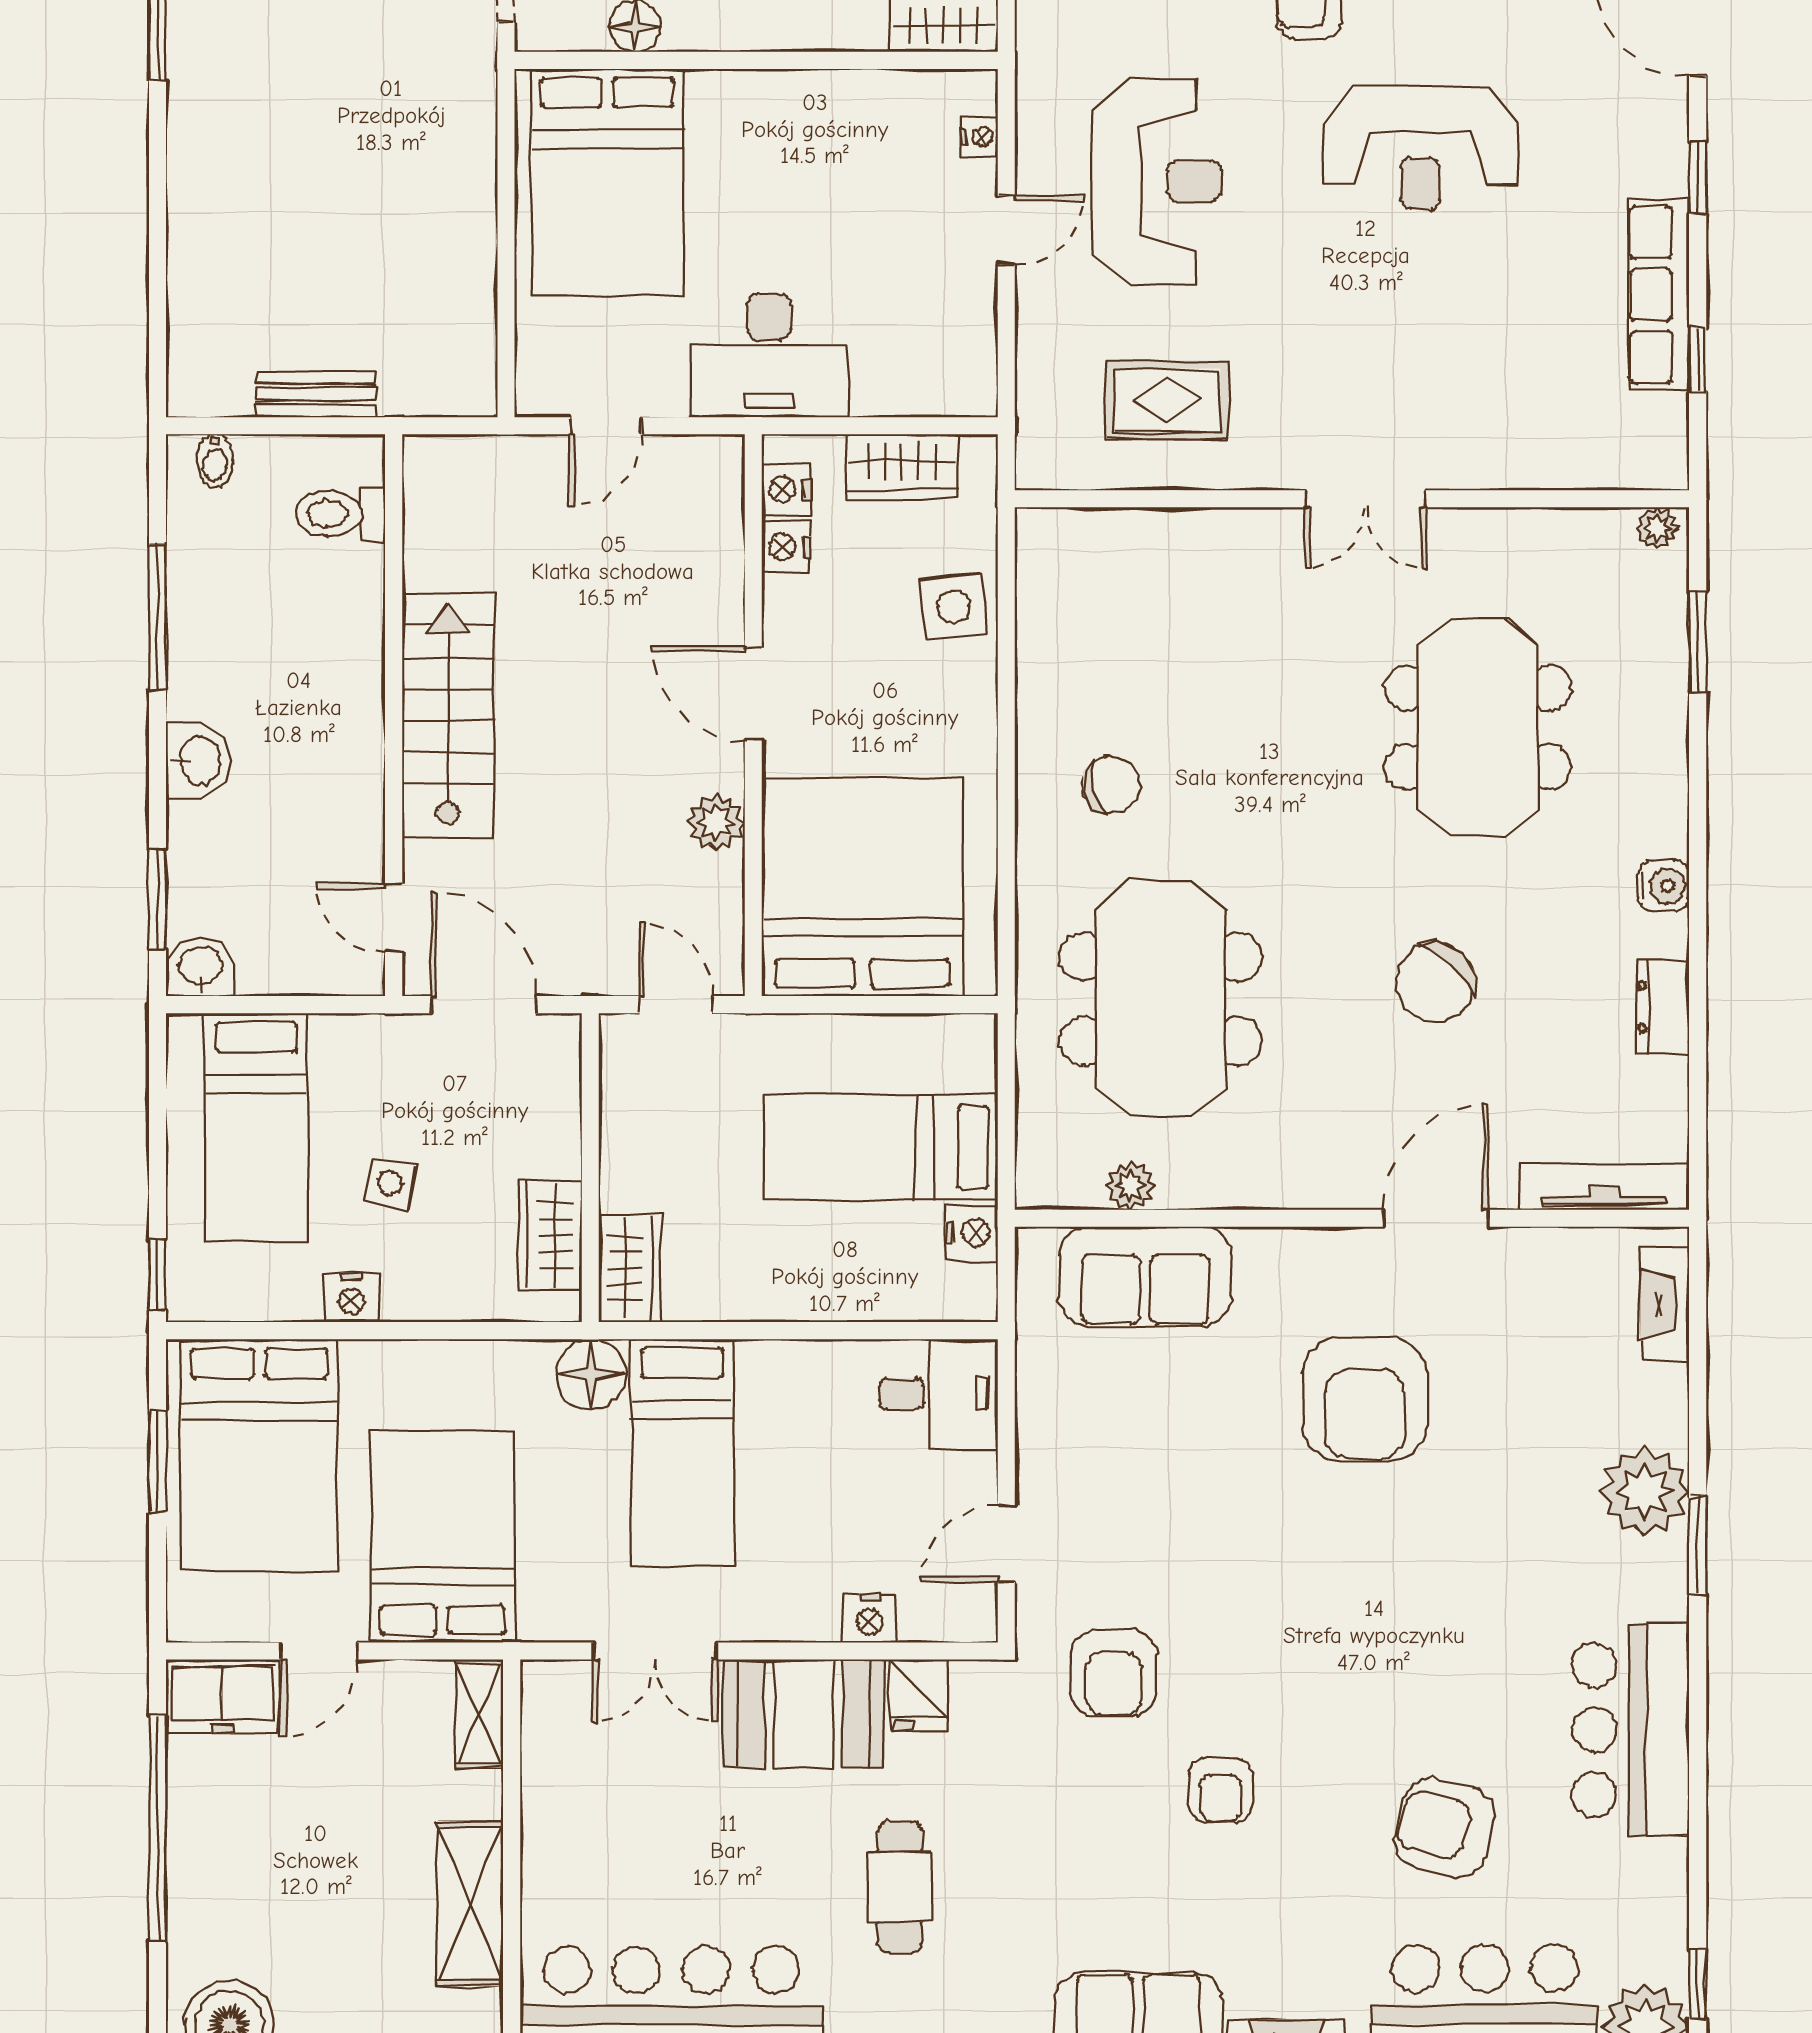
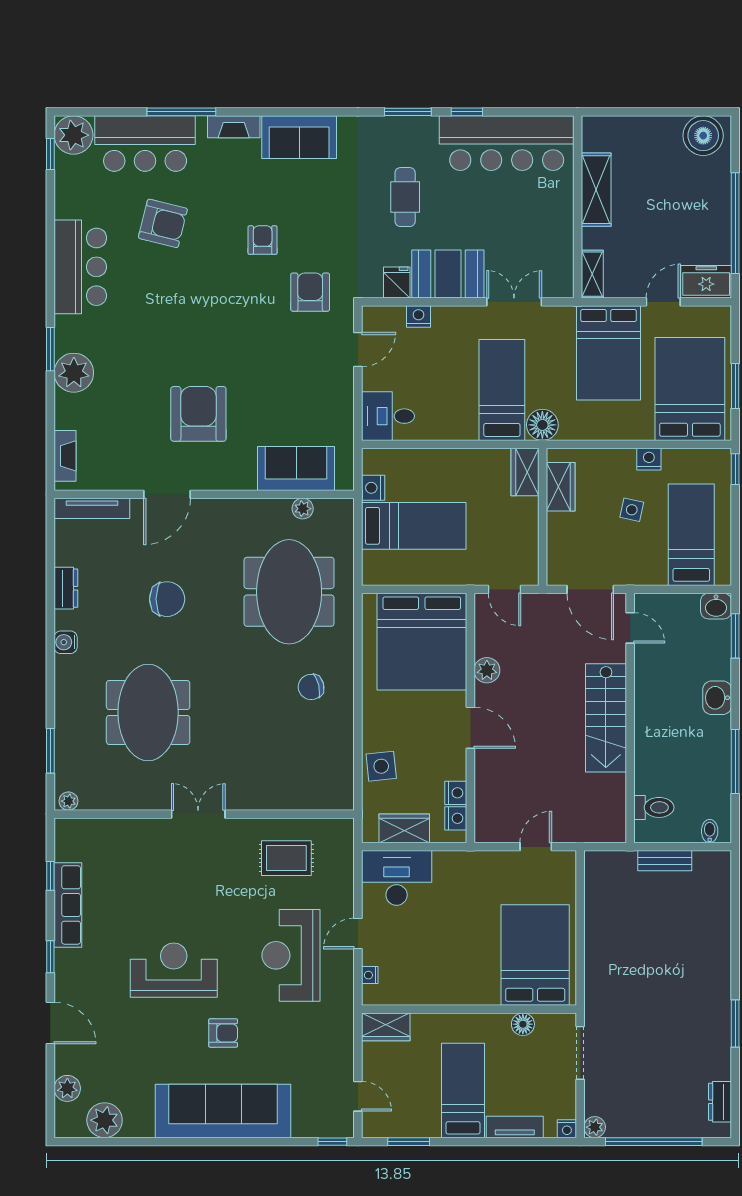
desk: (769, 355) -> (397, 878), moved
chair: (1435, 983) -> (167, 599), turned 48

